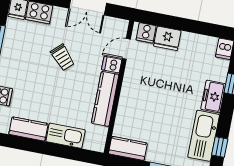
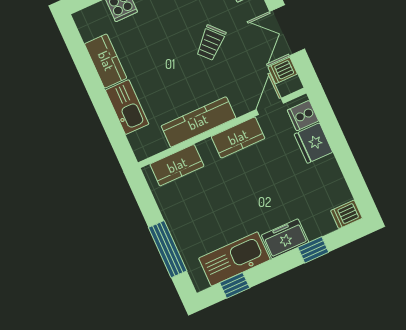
door: (126, 49) -> (270, 106), hinge flipped
dishwasher: (112, 65) -> (283, 70), moved, turned -90
kitchen counter: (132, 82) -> (238, 137), added
kitchen counter: (128, 148) -> (177, 165), moved, turned 90

